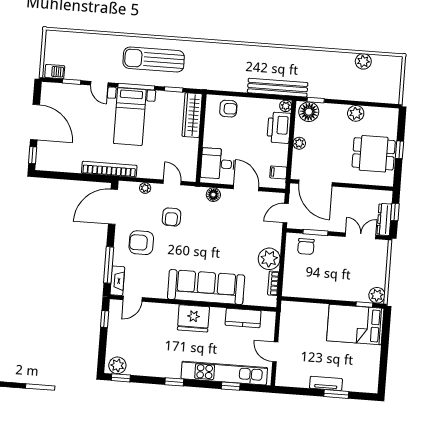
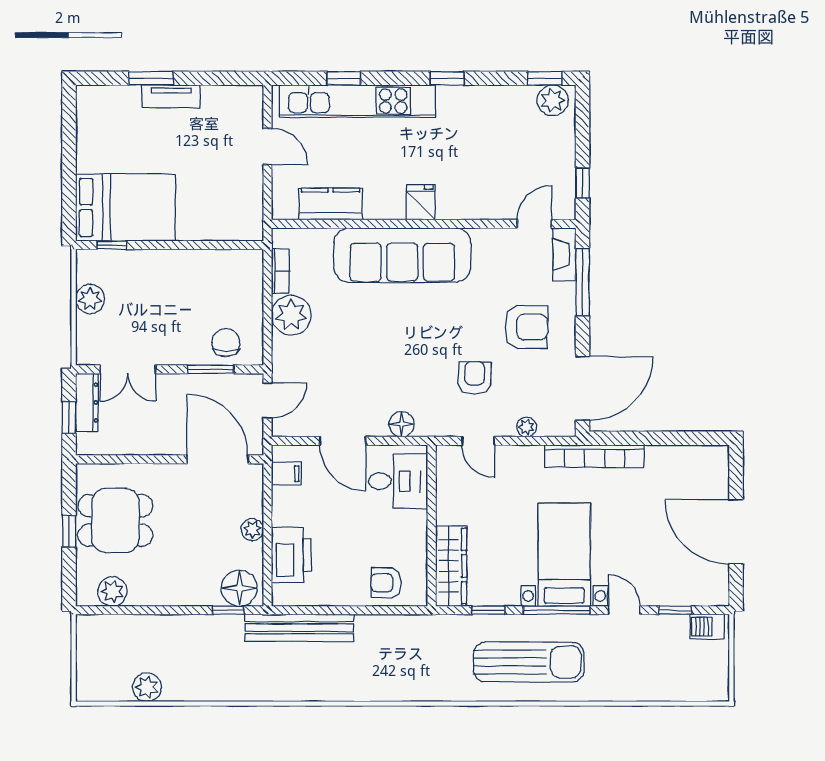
plant: (286, 106) -> (282, 596), removed
plant: (356, 113) -> (112, 592), moved
window: (33, 155) -> (736, 471), removed
plant: (377, 295) -> (90, 299), moved
fridge: (193, 318) -> (421, 202), width x0.53, depth x0.75

